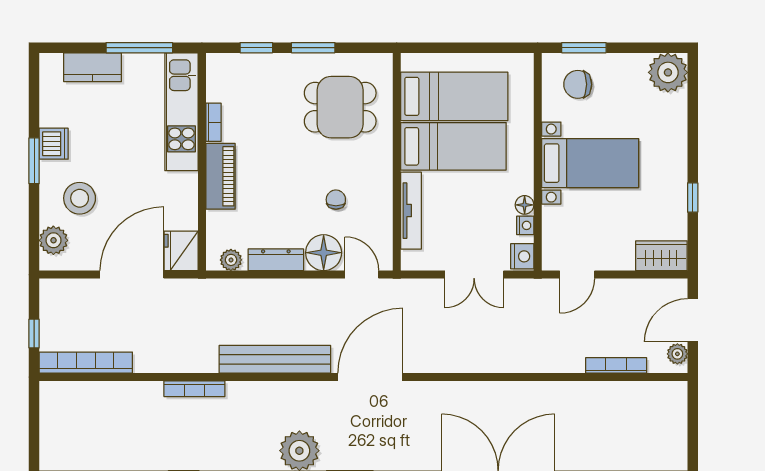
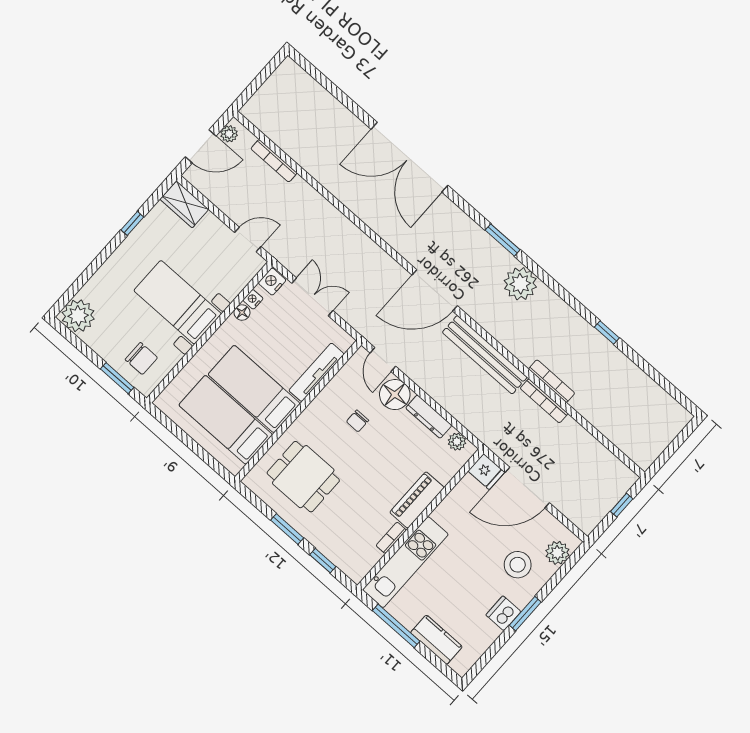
fridge: (181, 251) -> (486, 472), width x0.72
bookcase: (86, 363) -> (544, 401), moved, width x0.68, depth x0.76

